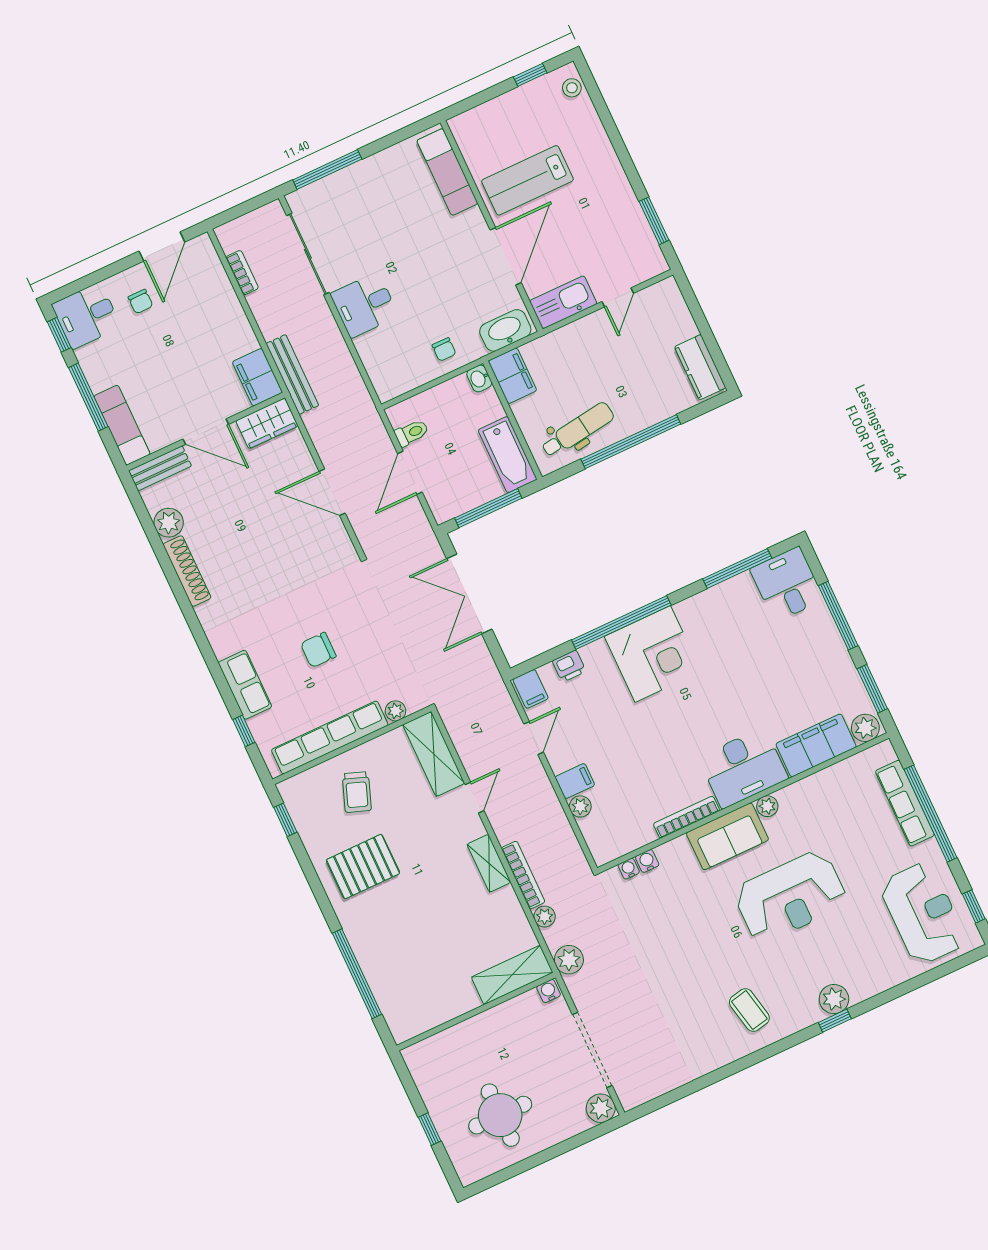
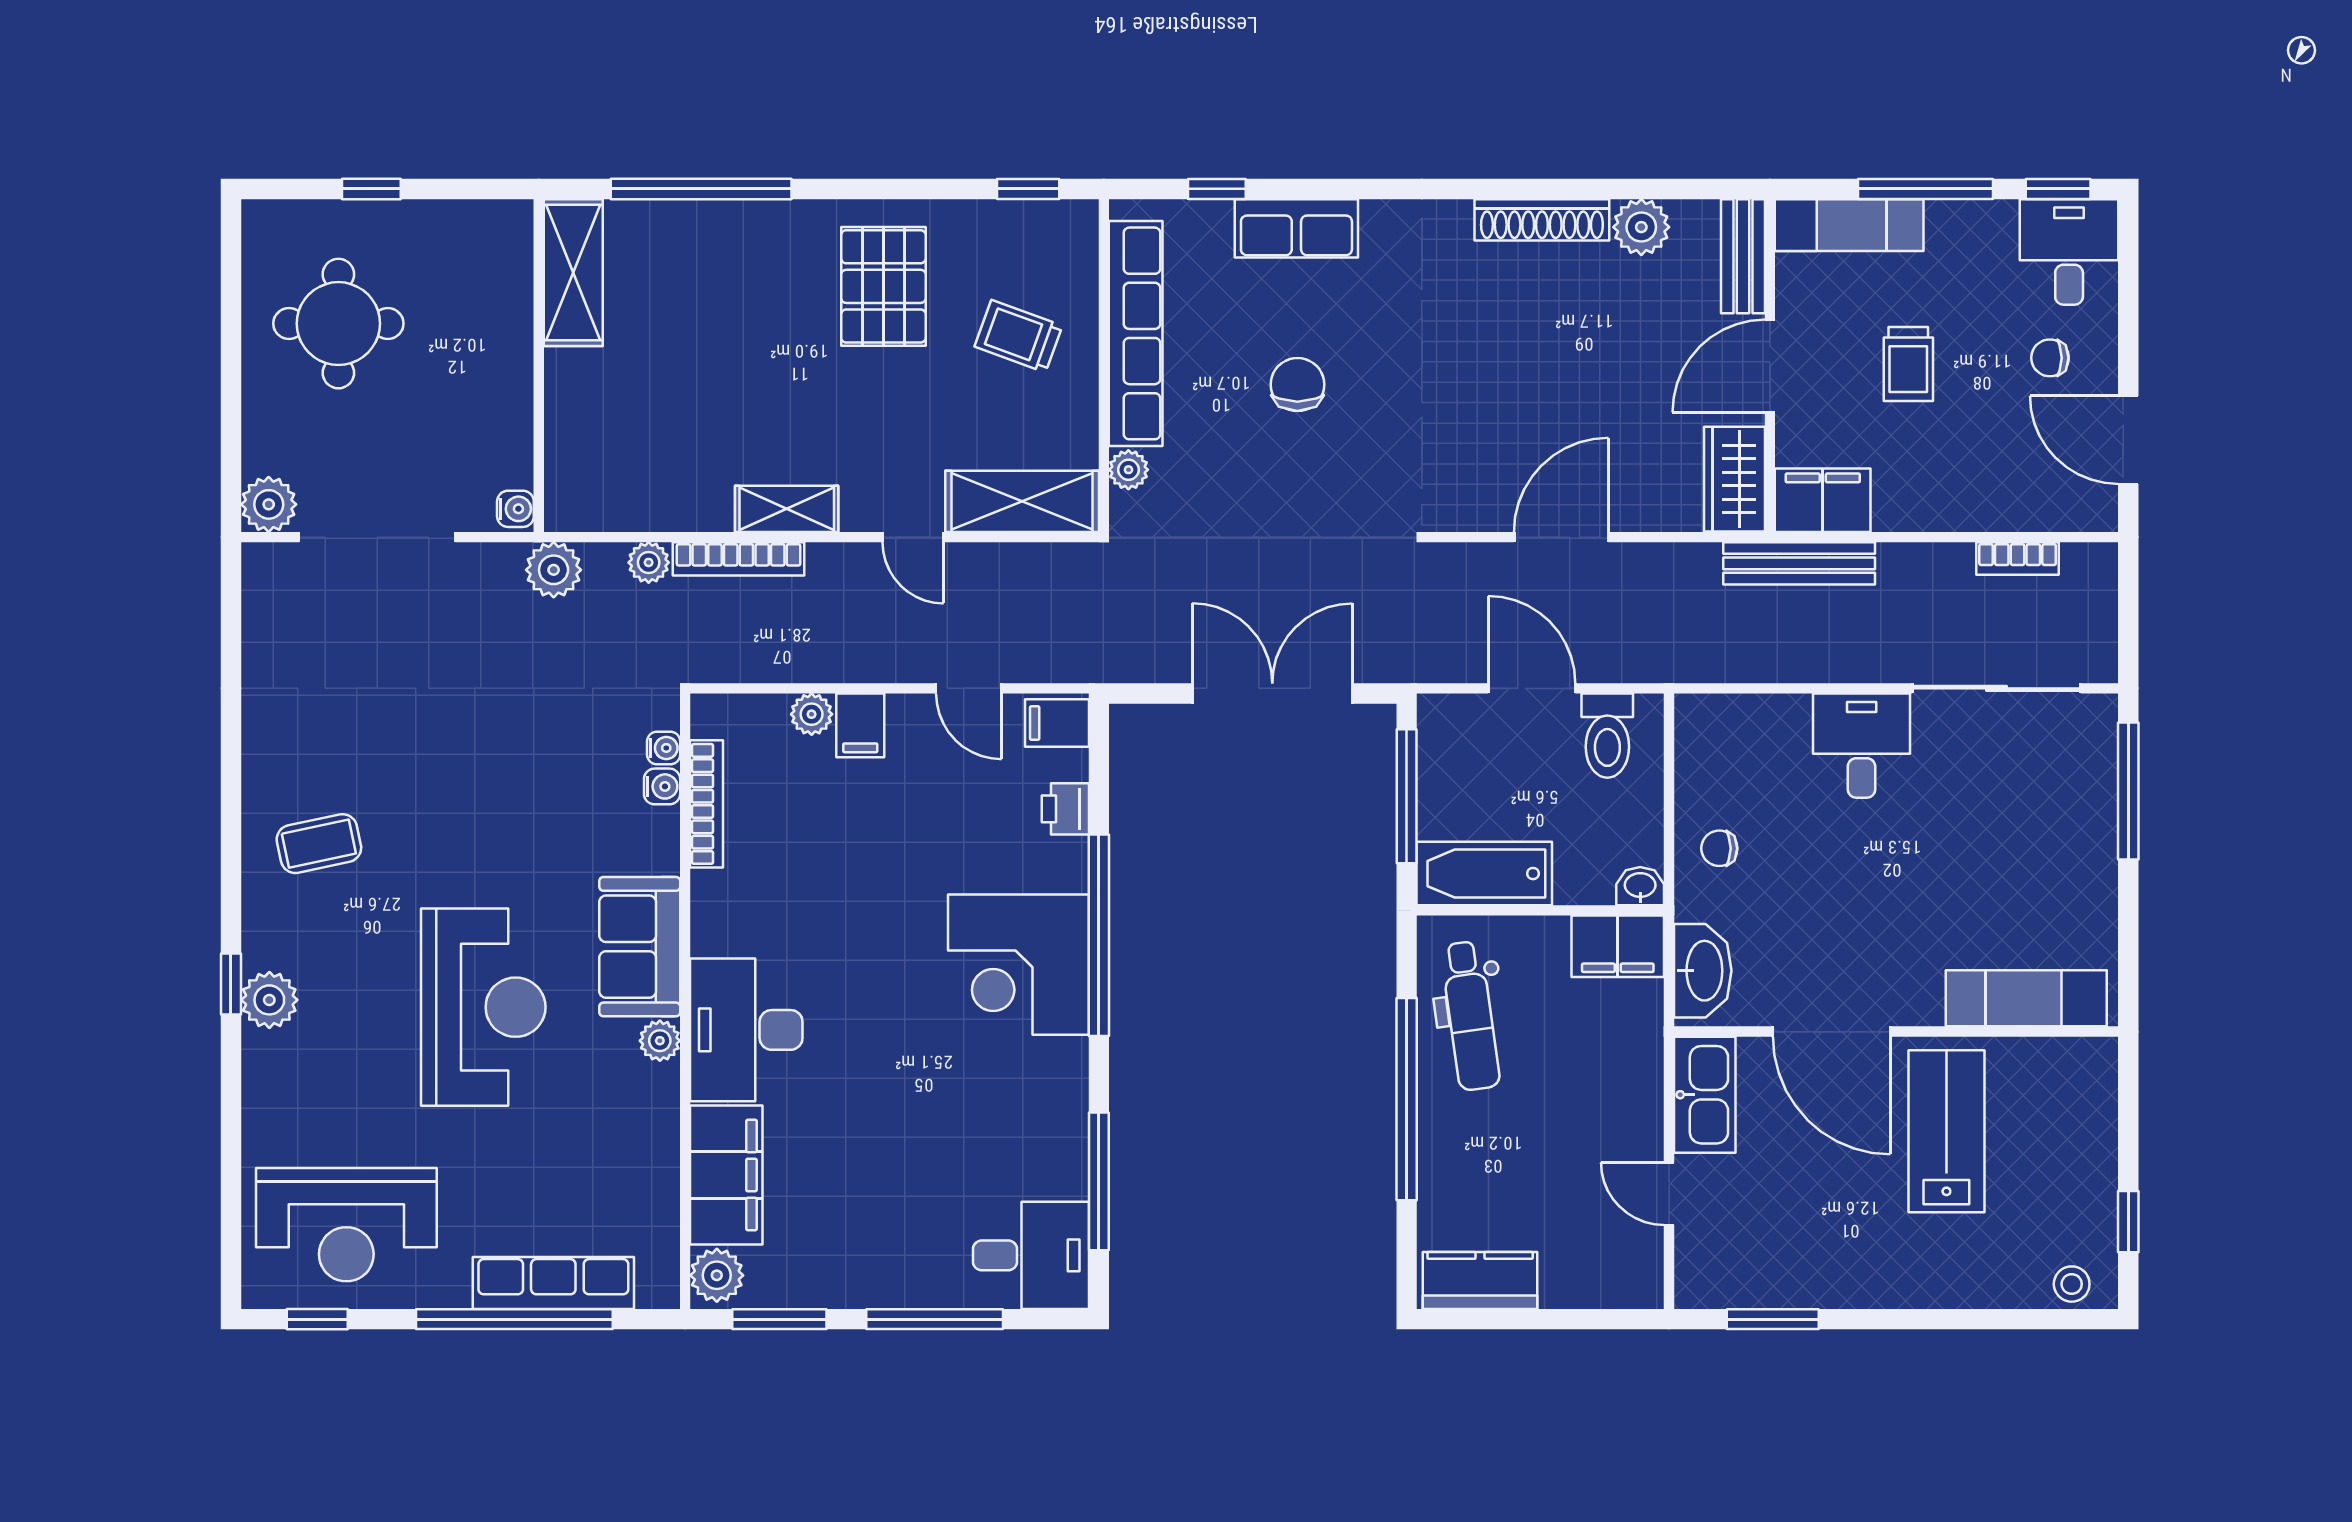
trolley: (174, 367) -> (1908, 364), added
toilet: (412, 433) -> (1607, 736), width x1.37, depth x1.39
bookcase: (686, 817) -> (706, 804), moved
reception desk: (790, 897) -> (483, 1007), turned 180
shelving: (512, 975) -> (573, 273), moved

